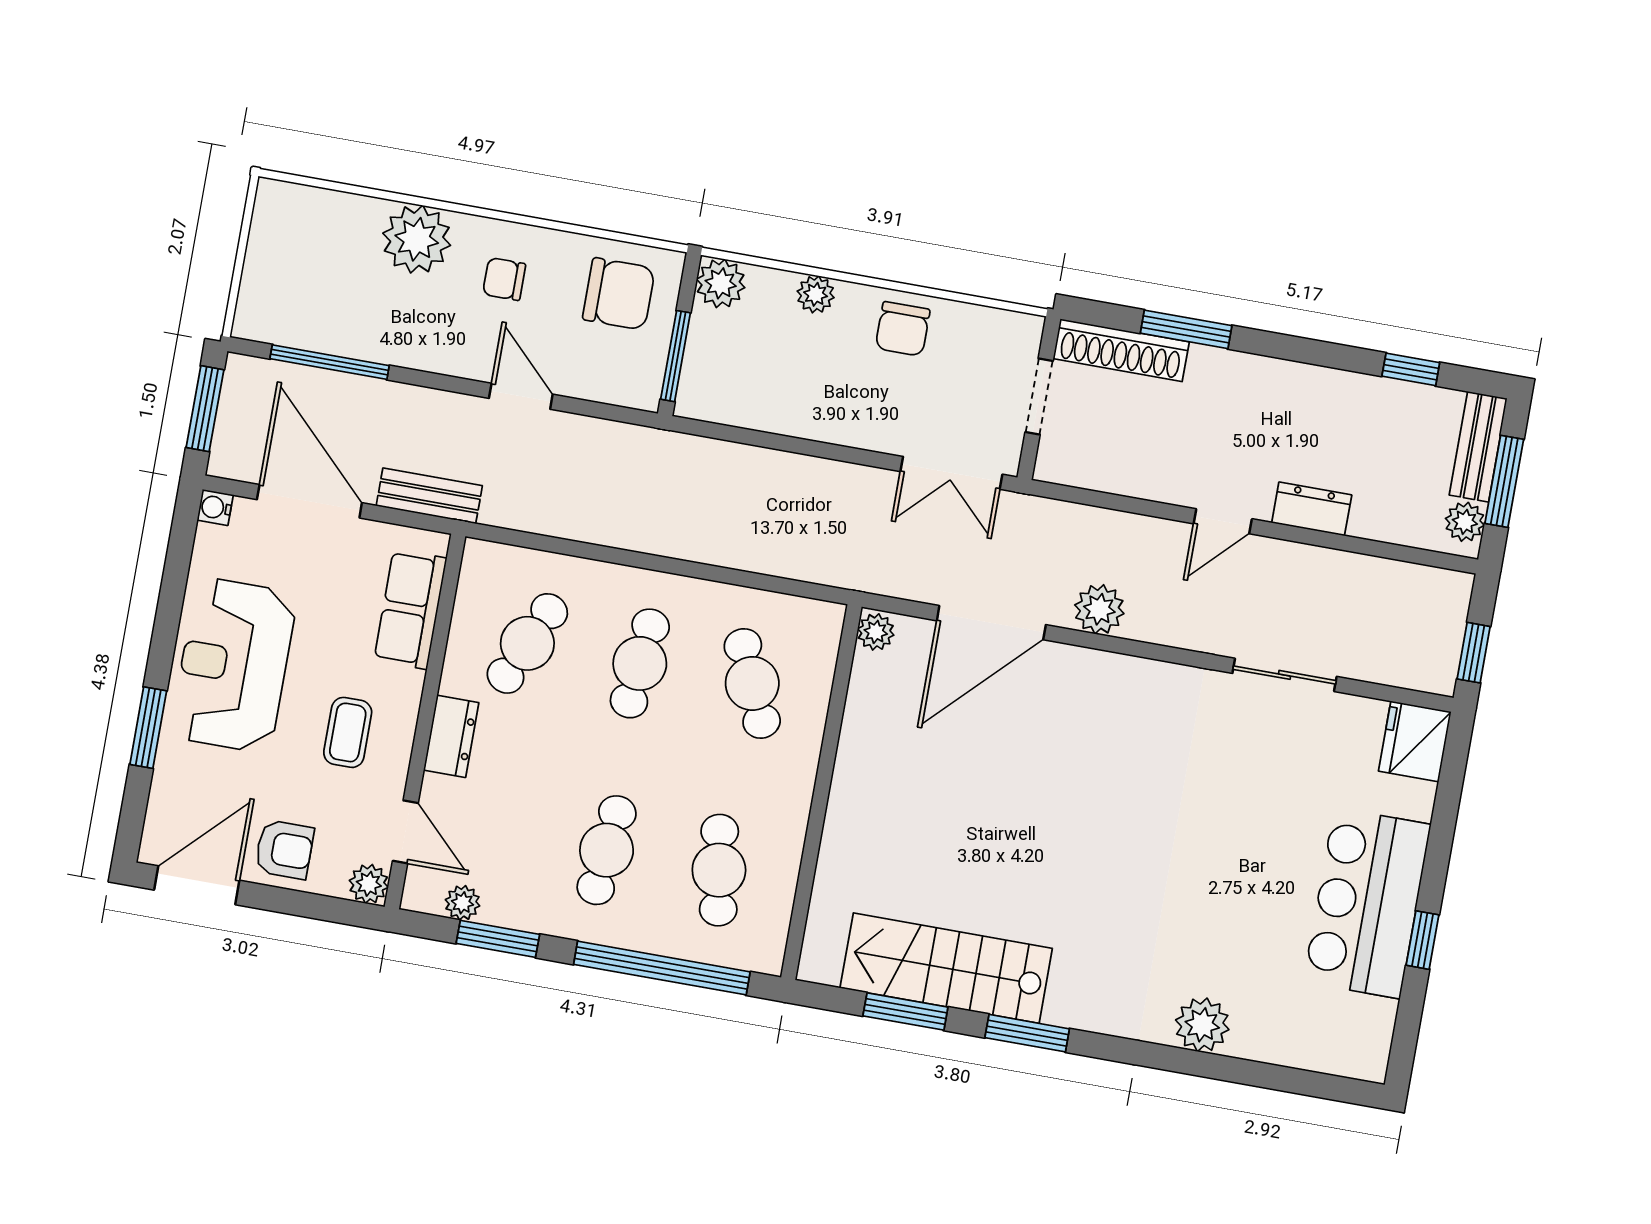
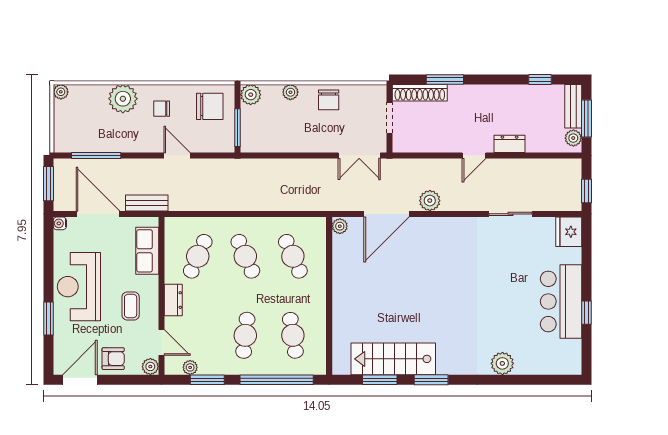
plant: (273, 197) -> (61, 92), added
cafe table: (640, 663) -> (245, 256), turned -30

